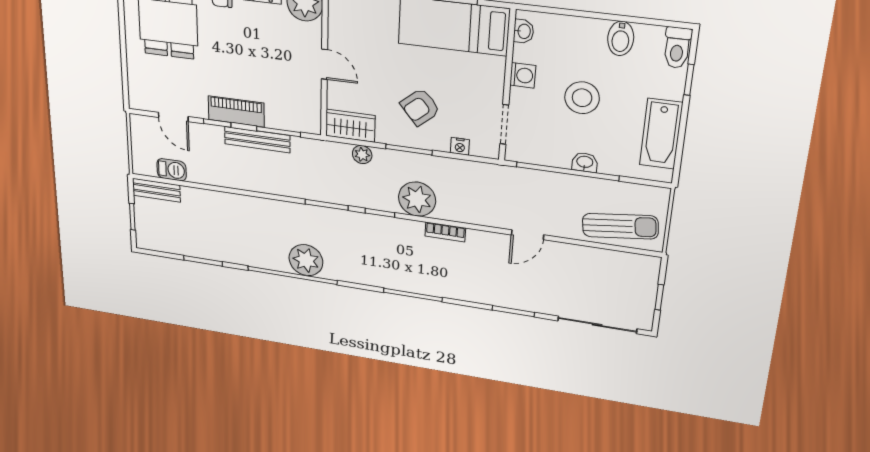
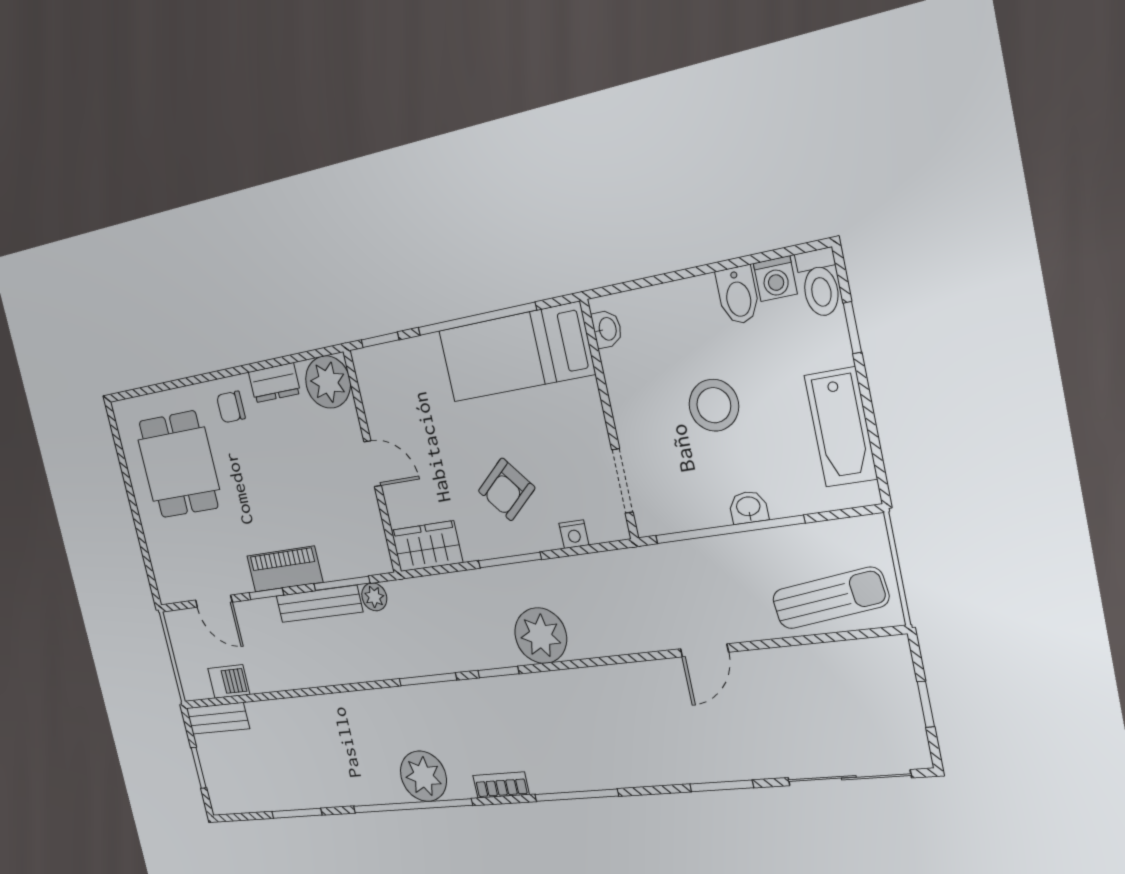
washing machine: (523, 75) -> (775, 279), moved, turned 90
plant: (362, 155) -> (374, 597), moved
bookcase: (445, 232) -> (501, 785), moved, turned 180

